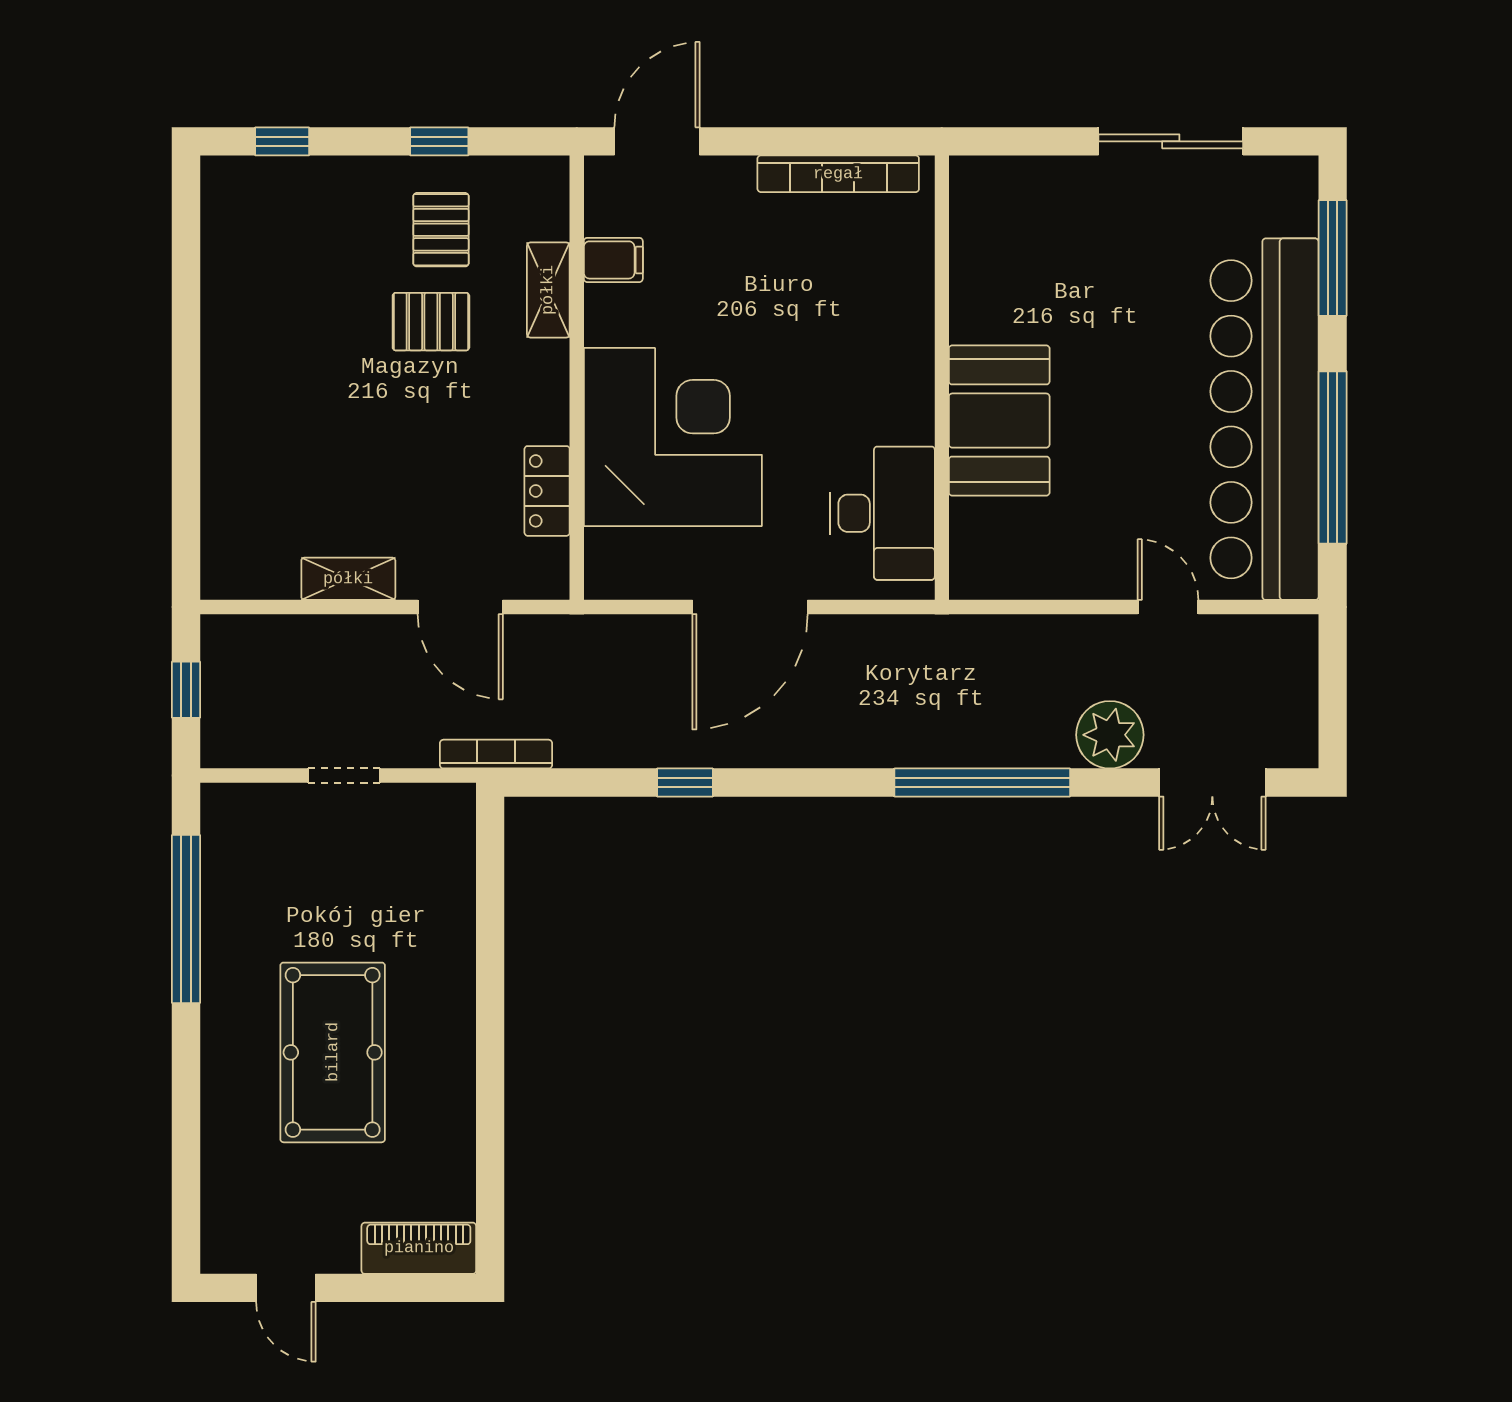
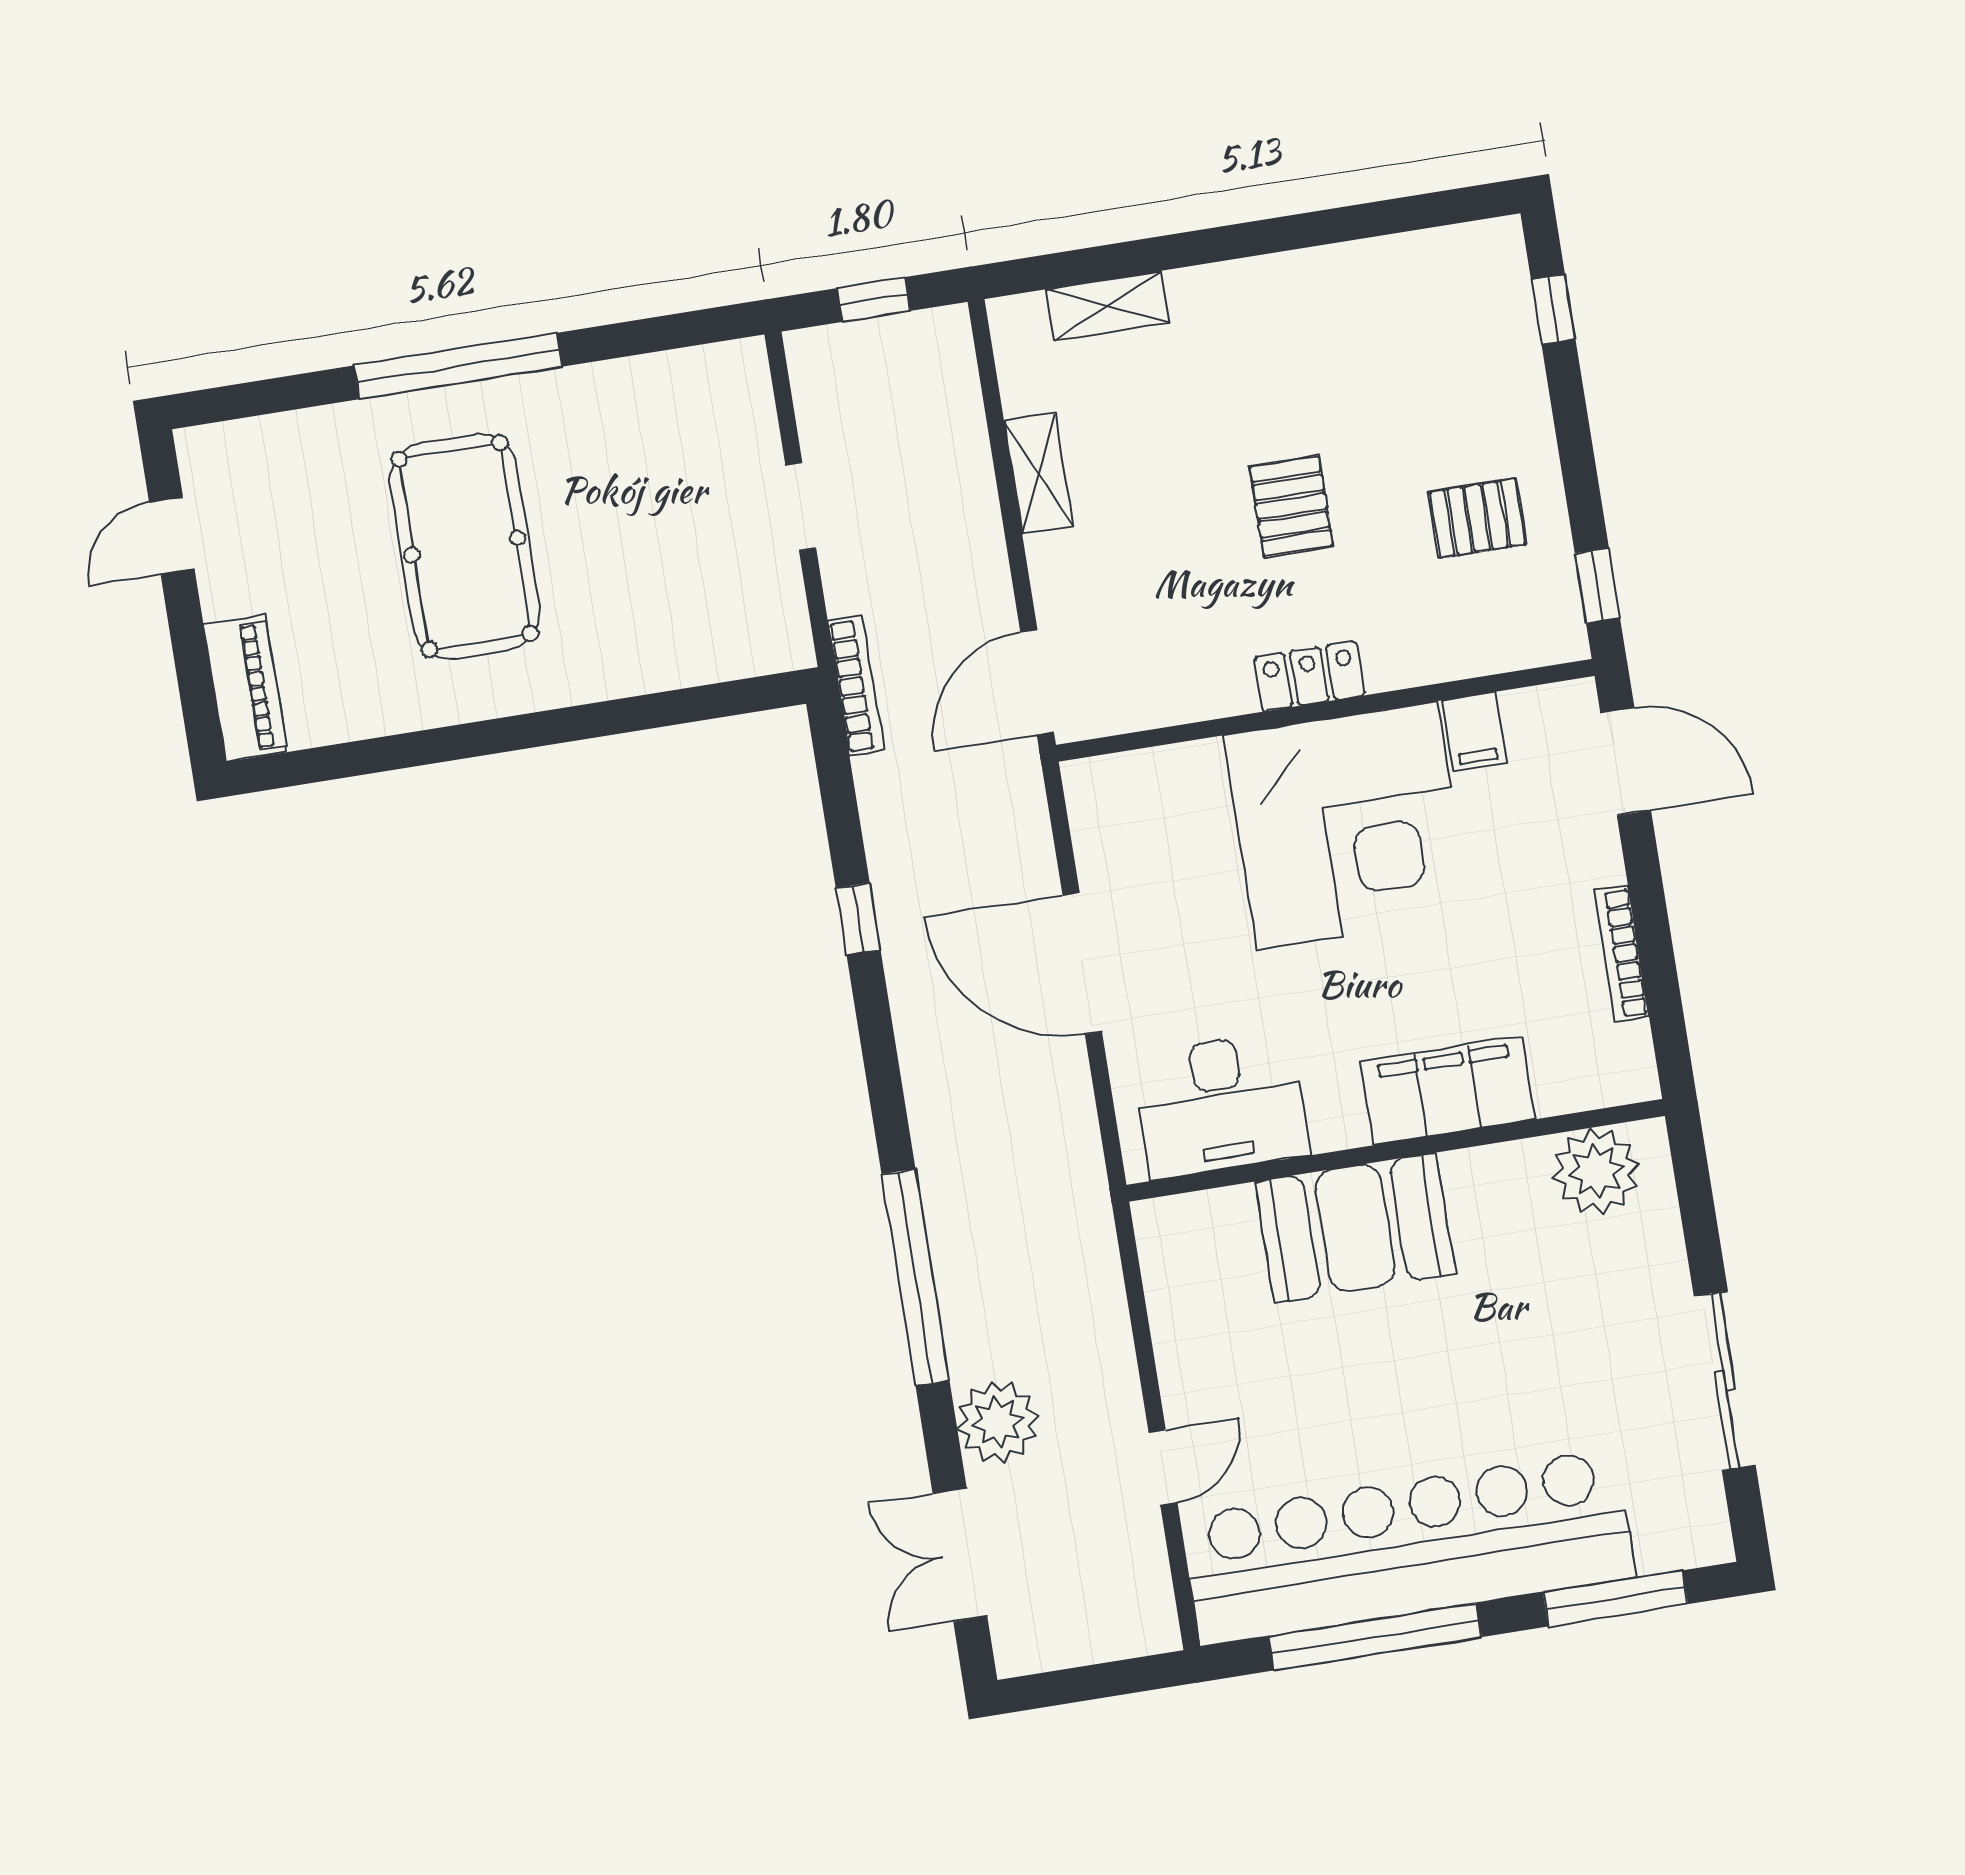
window: (439, 141) -> (1597, 586), moved
bookcase: (838, 174) -> (1622, 954), width x0.68, depth x0.76
plant: (985, 218) -> (1596, 1171), added
shelving: (548, 290) -> (1108, 306), moved
pallet: (431, 322) -> (1291, 506), moved
filing cabinet: (900, 328) -> (1448, 1090), added
corner desk: (673, 437) -> (1347, 826), moved
locker: (547, 491) -> (1309, 676), moved
door: (460, 607) -> (1037, 682), moved
window: (186, 919) -> (458, 366), moved
pool table: (333, 1052) -> (465, 546), turned 90

